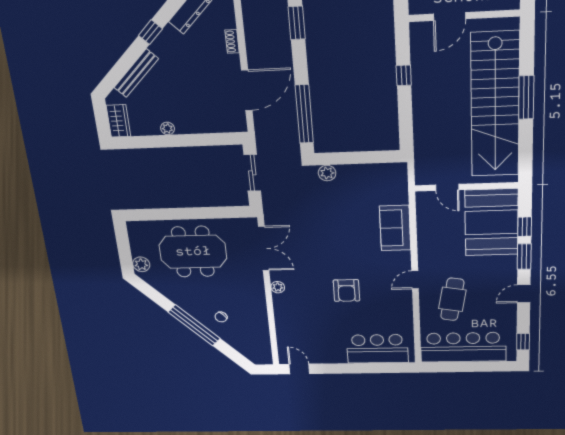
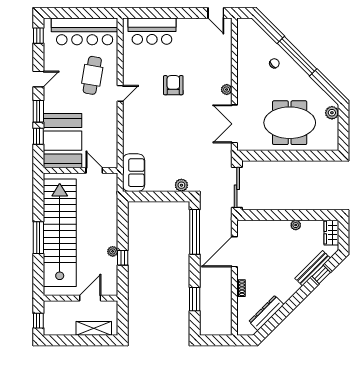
window: (150, 32) -> (321, 274), moved
plant: (419, 83) -> (113, 251), added
sliding door: (252, 173) -> (237, 187), width x1.37
sofa: (395, 228) -> (134, 173), moved

